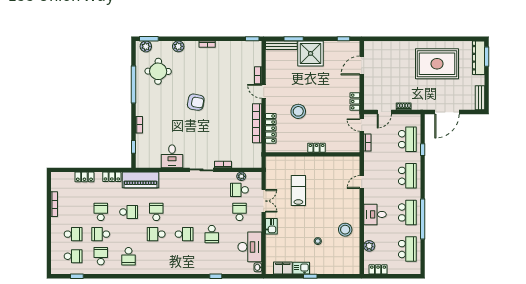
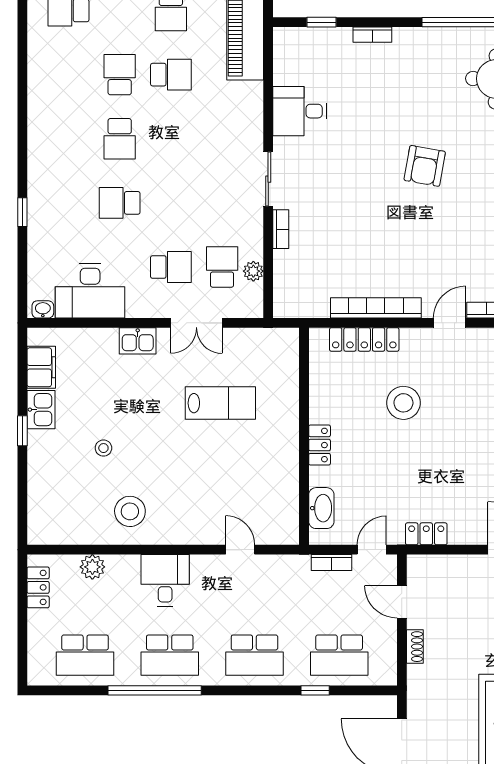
washbasin: (344, 147) -> (321, 508), added

